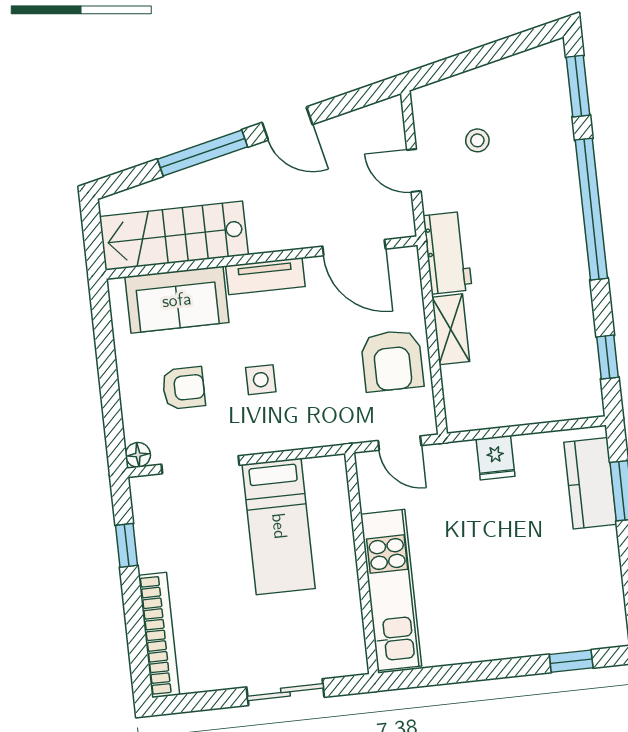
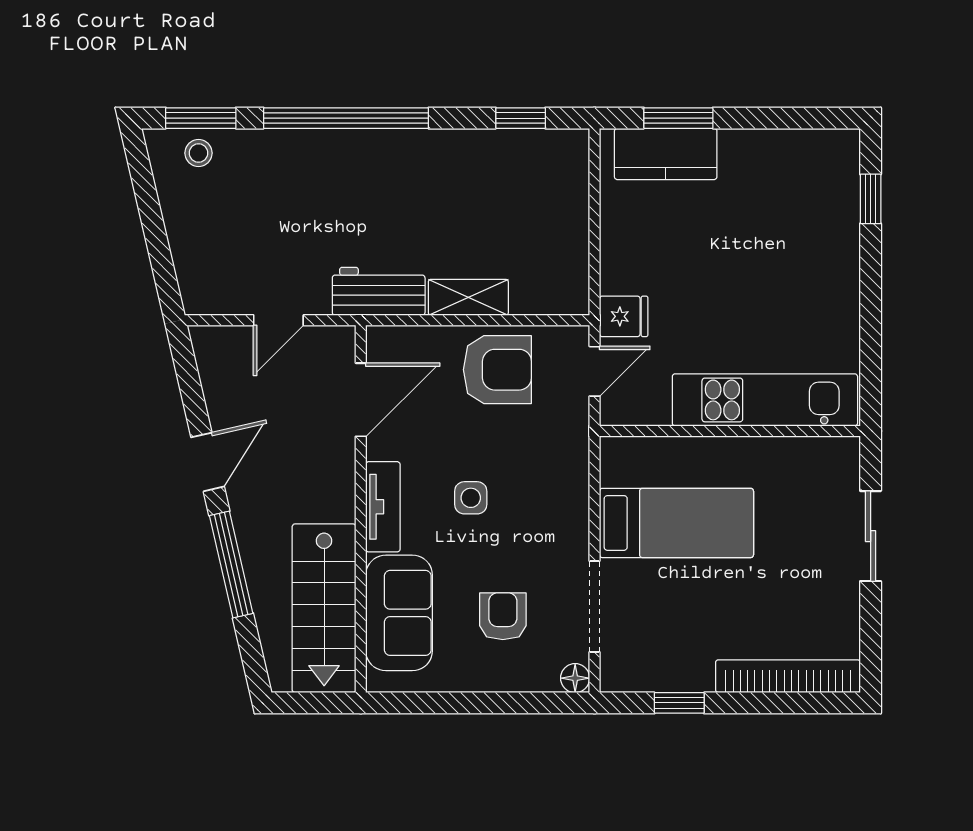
stool: (477, 140) -> (199, 153), moved
side table: (261, 380) -> (471, 498), moved
fridge: (495, 458) -> (624, 316), moved

